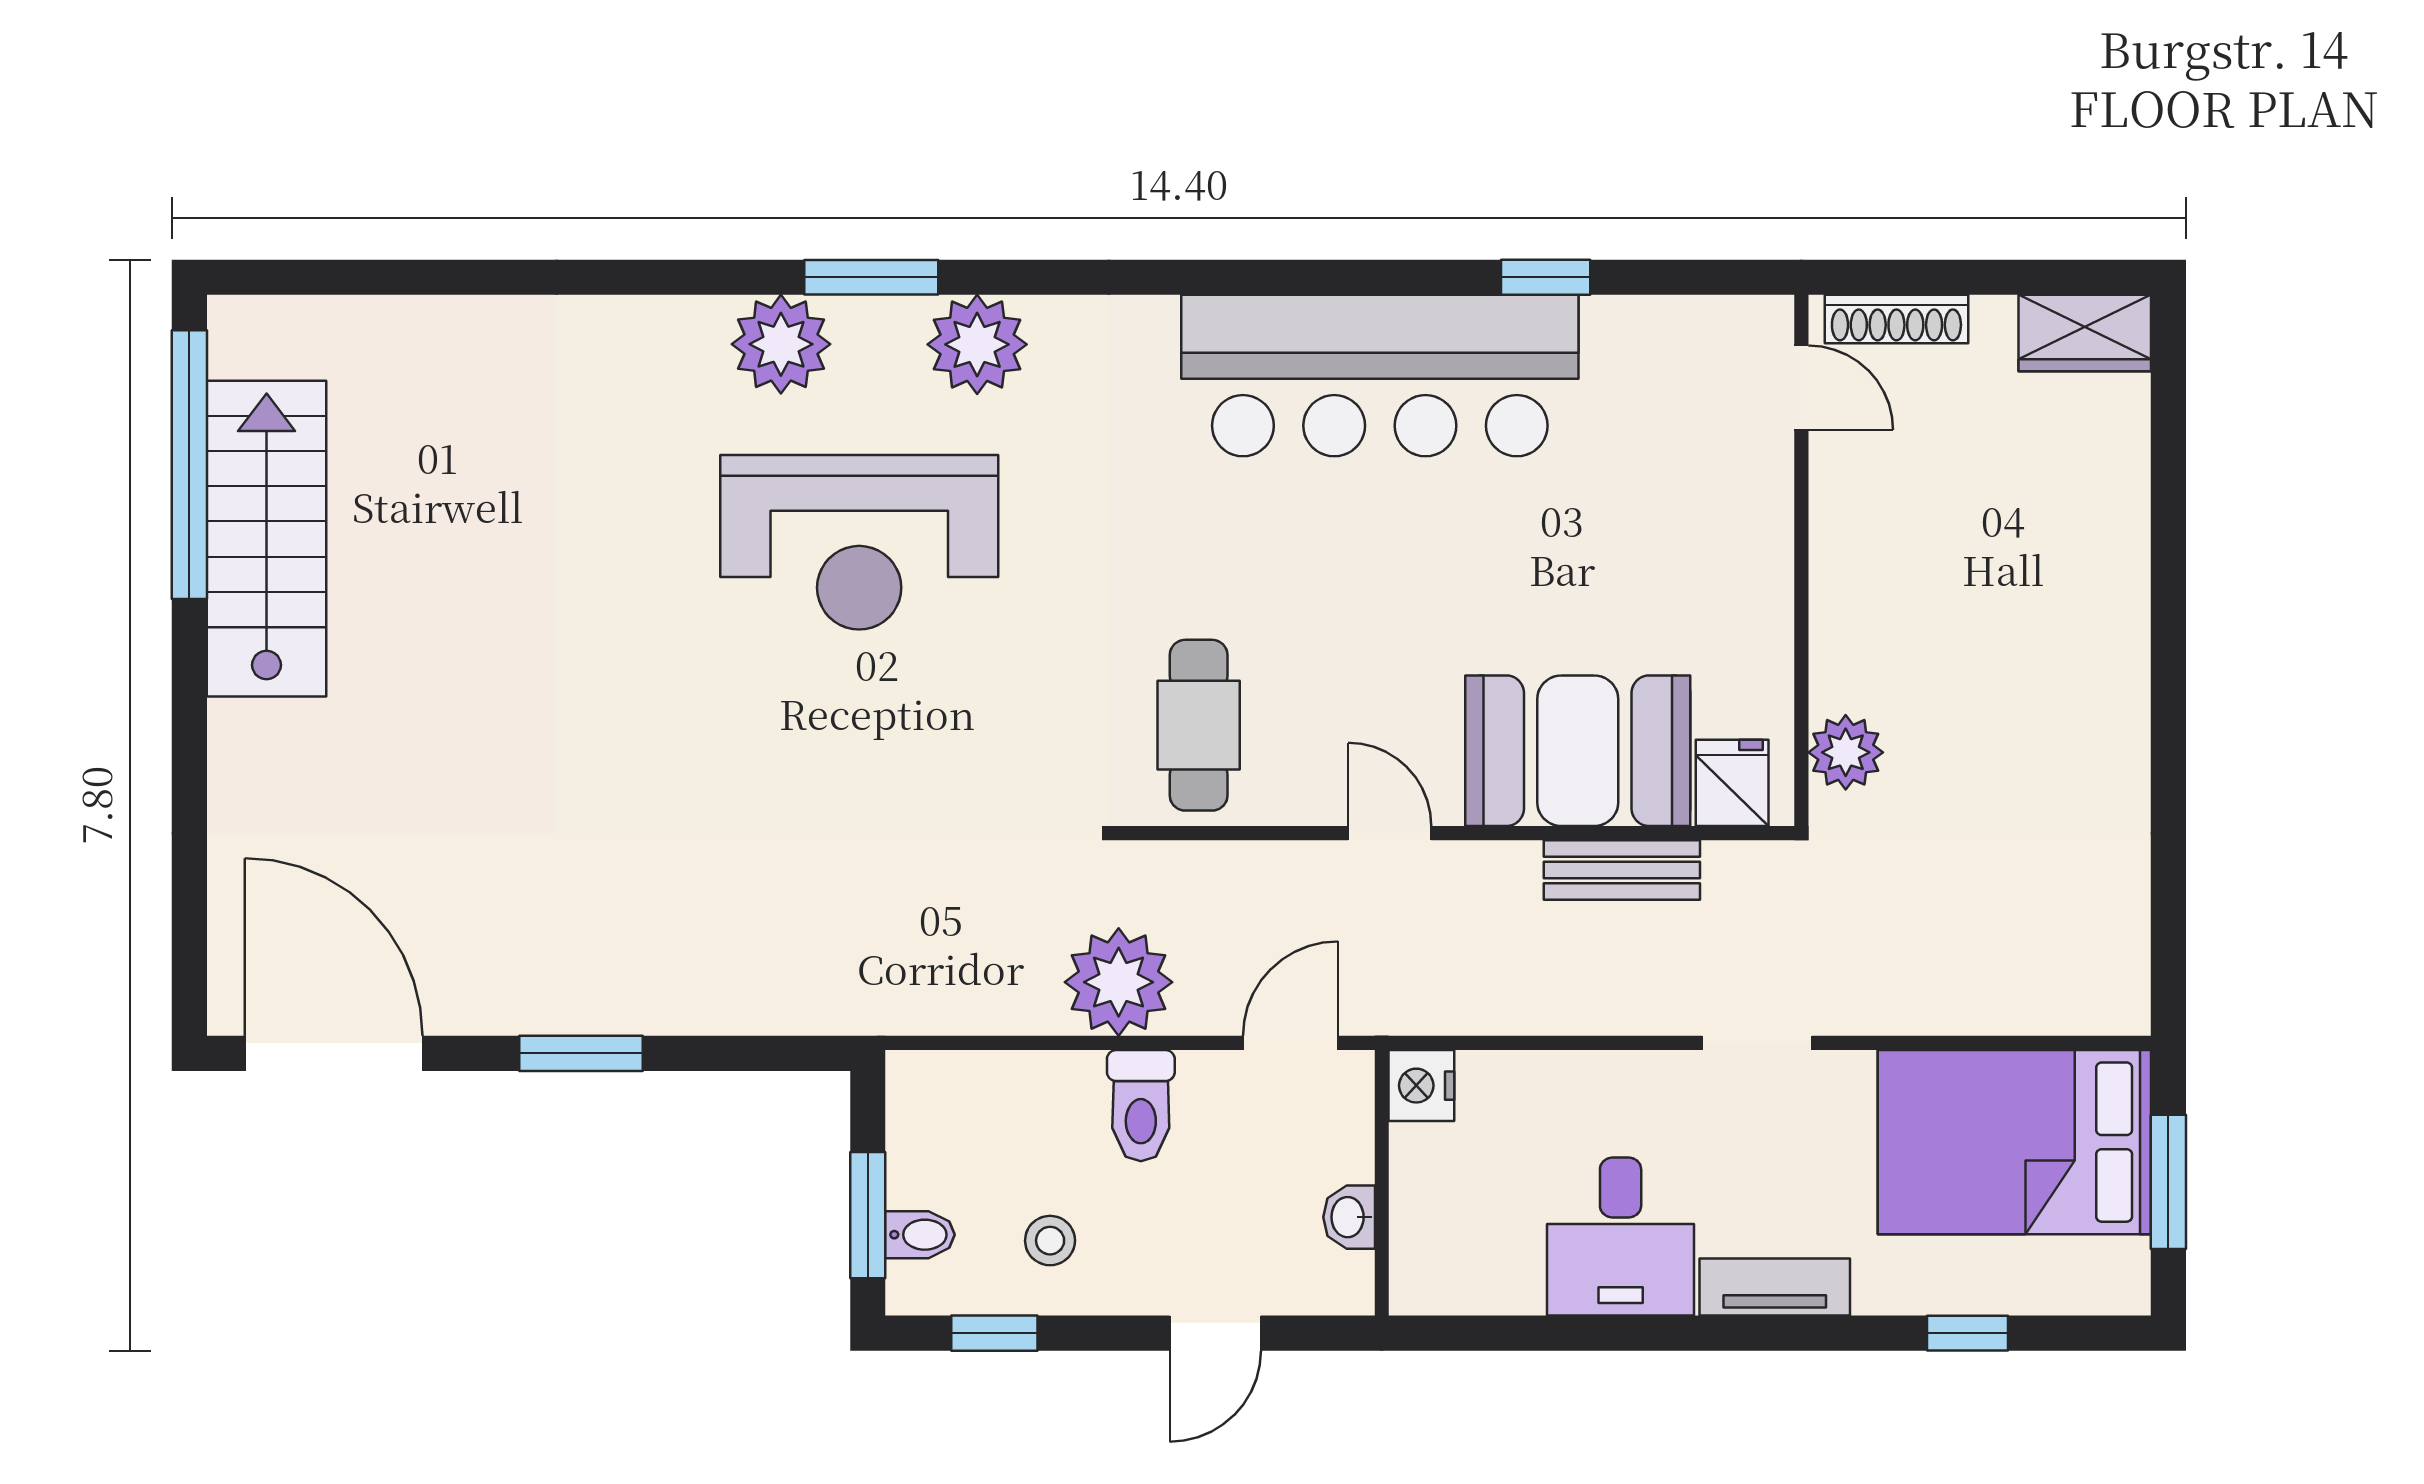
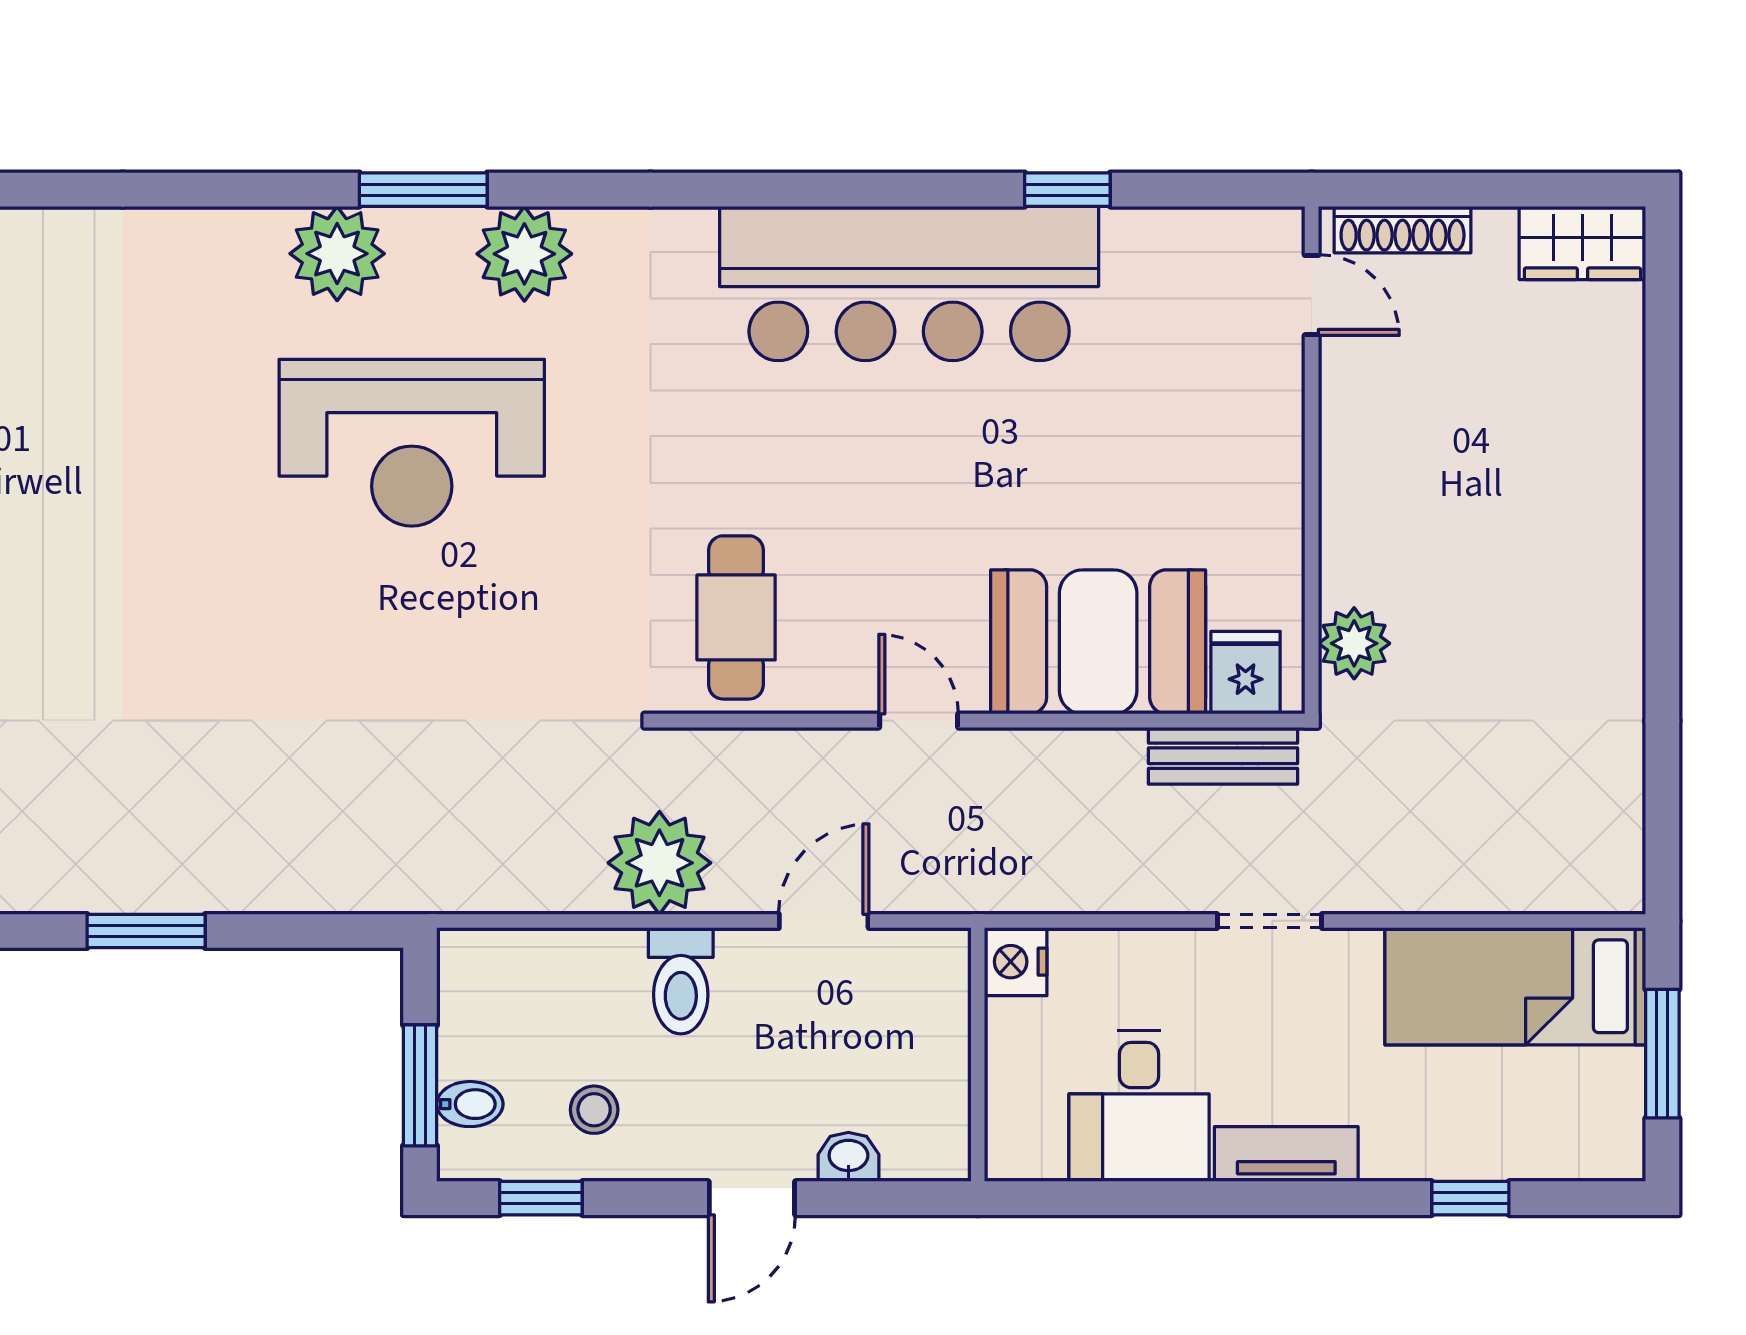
bench: (1622, 870) -> (1223, 756), moved
nightstand: (1421, 1086) -> (1016, 962), moved
bed: (2014, 1142) -> (1515, 986), width x0.67
wall: (1382, 1183) -> (978, 1055), moved
washbasin: (1349, 1217) -> (848, 1157), moved, turned 90

